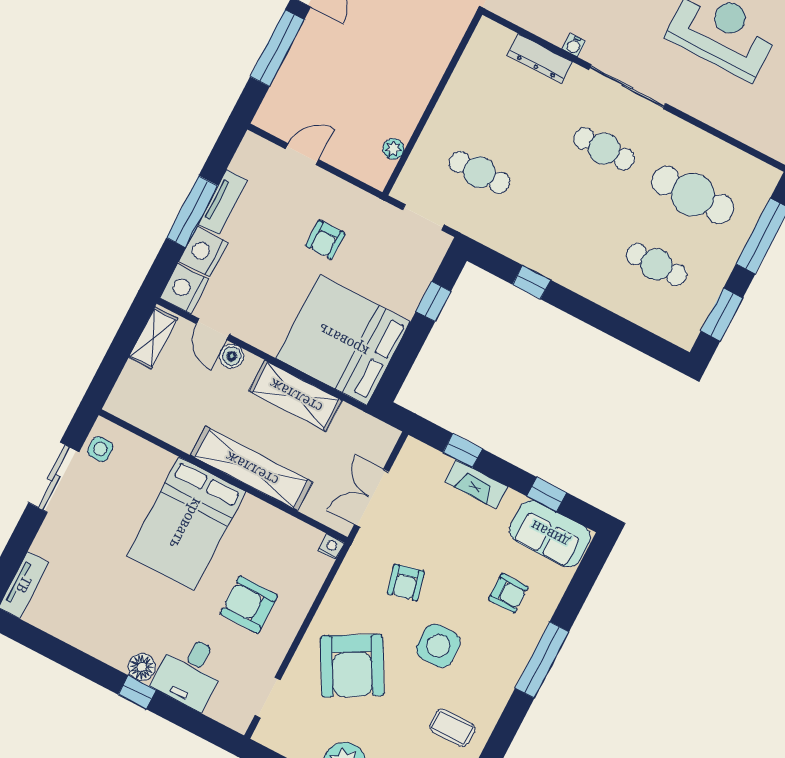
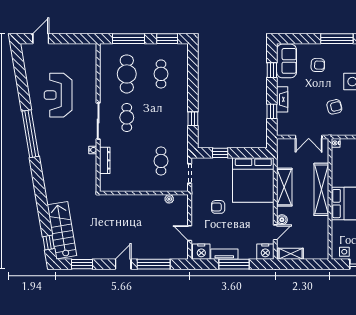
armchair: (325, 240) -> (218, 207), turned 180
nightstand: (203, 252) -> (201, 252), moved
armchair: (508, 593) -> (318, 65), turned 92

